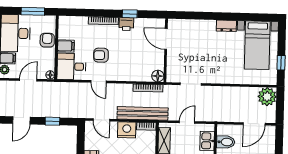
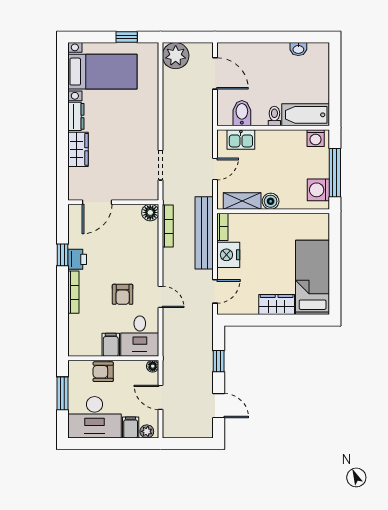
wardrobe: (203, 27) -> (78, 149), added
door: (99, 82) -> (161, 297), hinge flipped
door: (187, 122) -> (215, 169), swing flipped

